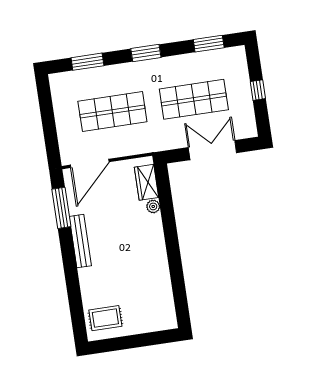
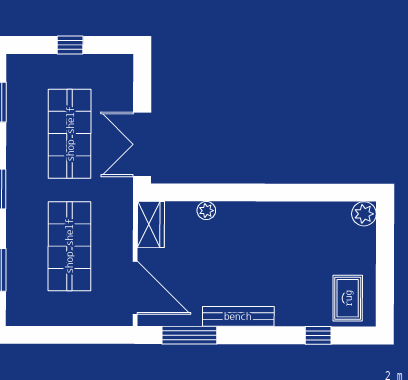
double door: (212, 150) -> (142, 144), moved
wardrobe: (146, 182) -> (151, 224), moved, turned -90
window: (75, 301) -> (318, 335), added
plant: (168, 321) -> (364, 214), added

